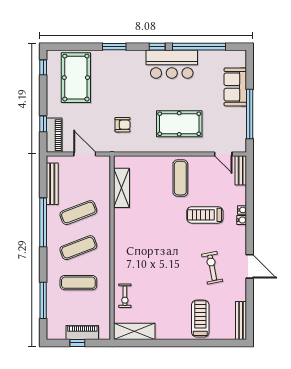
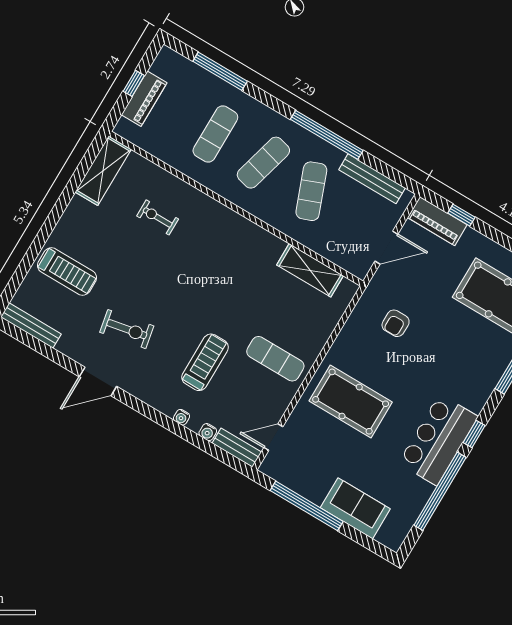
pool table: (179, 124) -> (351, 402), turned 90
water cooler: (242, 220) -> (208, 432), moved
exercise mat: (78, 248) -> (263, 163), turned 36
exercise bike: (125, 296) -> (158, 217), moved

